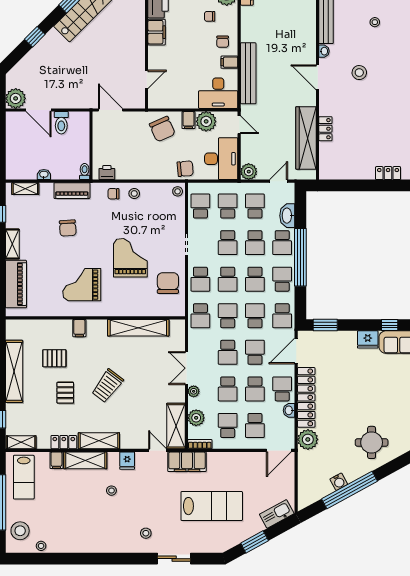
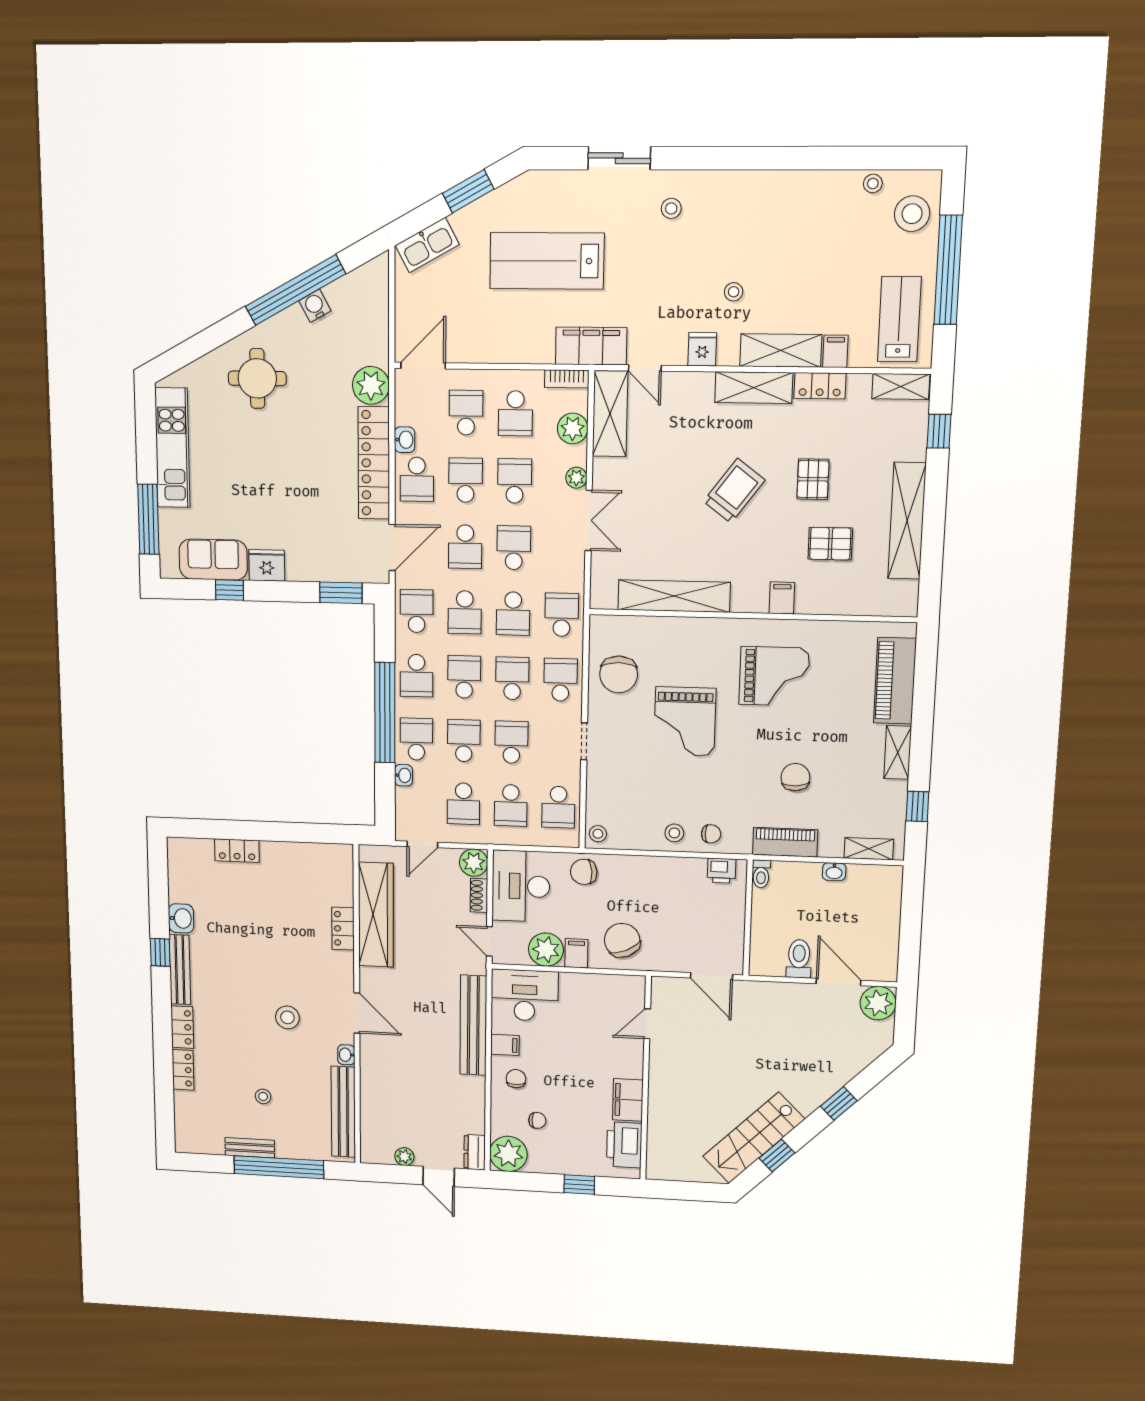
shoe rack: (245, 152) -> (479, 895), added
washbasin: (287, 216) -> (404, 775), width x0.52, depth x0.69

